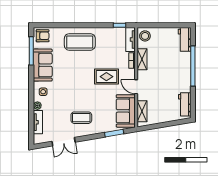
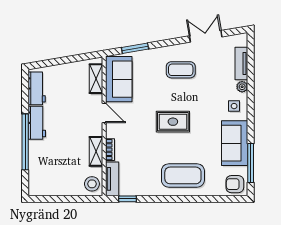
workbench: (185, 39) -> (37, 123), moved
rug: (106, 77) -> (173, 122), moved

